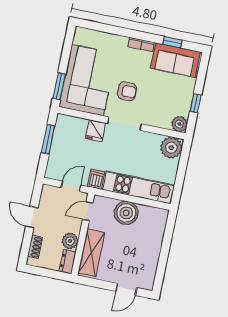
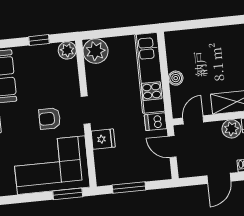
armchair: (127, 91) -> (50, 119), turned -90
doorway: (124, 124) -> (86, 110), width x0.73
door: (88, 211) -> (193, 120), swing flipped
boiler: (126, 213) -> (176, 78), width x0.54, depth x0.54

